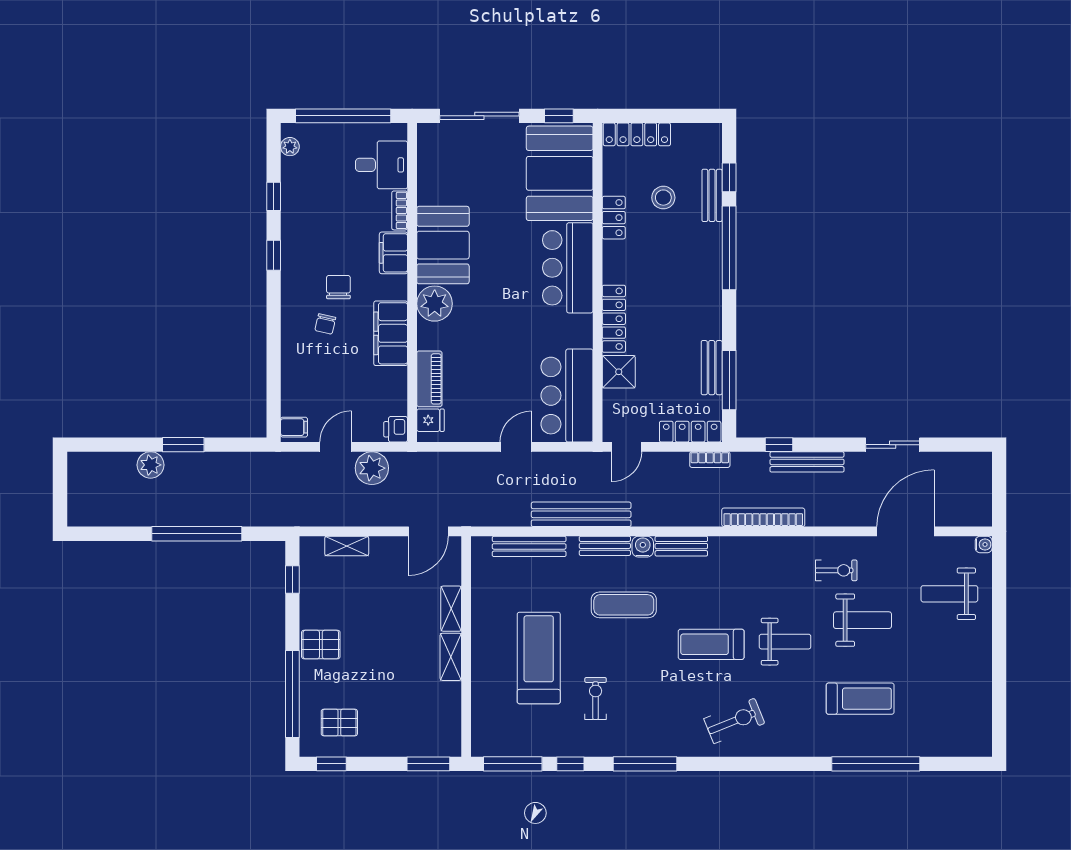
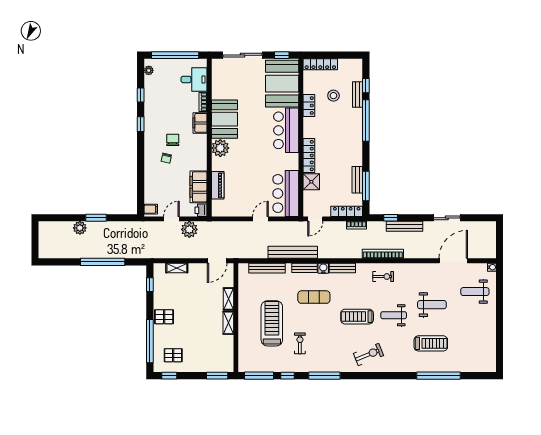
filing cabinet: (391, 333) -> (199, 187), moved
fridge: (430, 420) -> (218, 206), removed
exercise bike: (836, 570) -> (383, 276), moved
weight bench: (785, 642) -> (394, 315), turned 180

